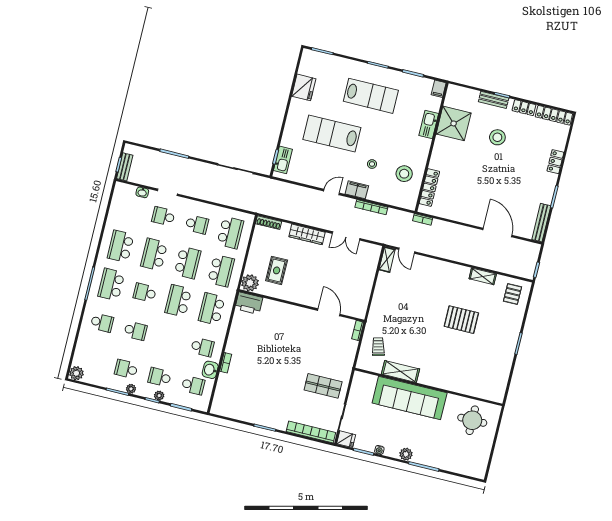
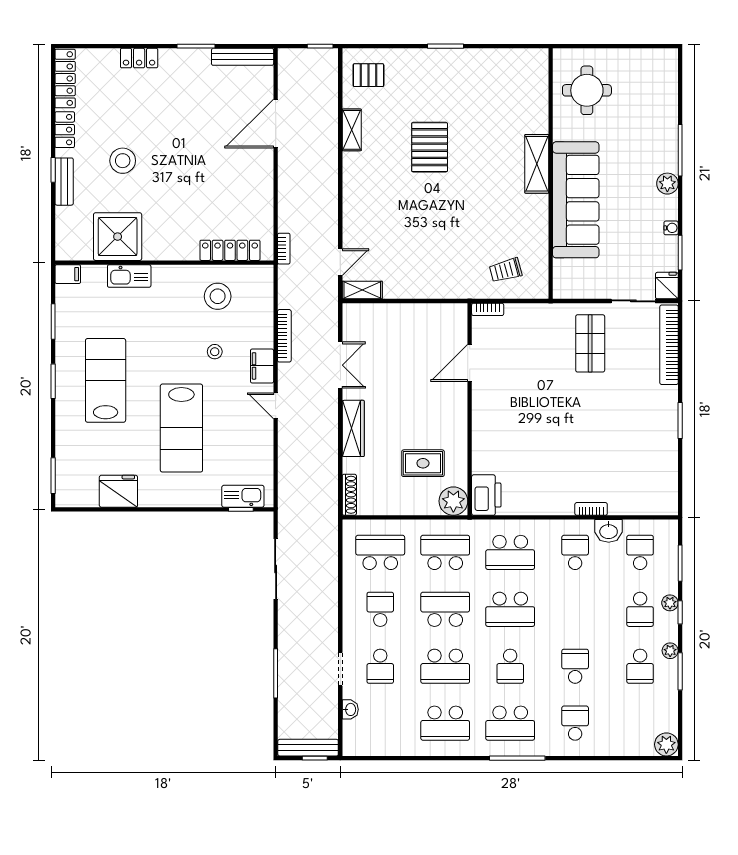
bench: (125, 167) -> (308, 748), width x1.36
shelving: (401, 372) -> (537, 164), moved

